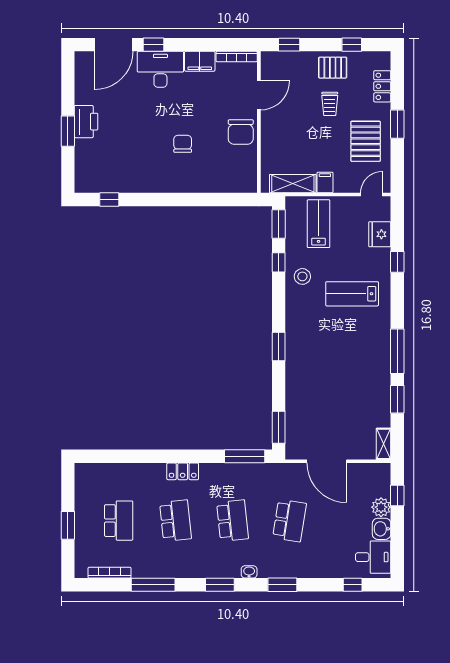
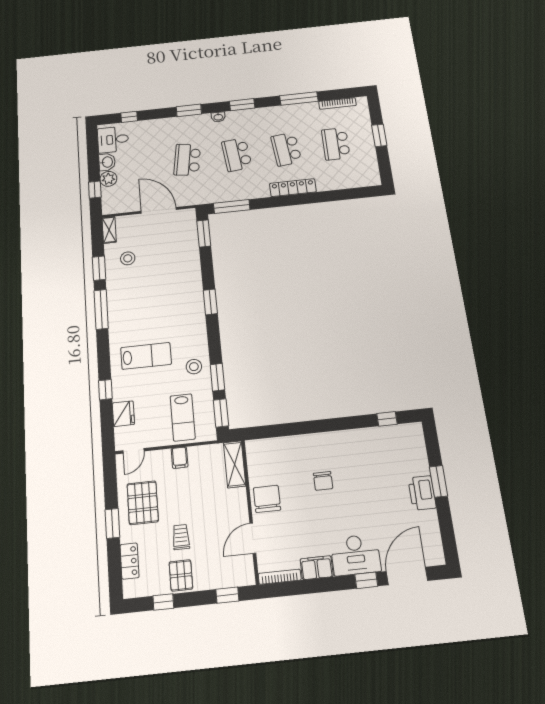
pallet: (333, 68) -> (181, 575), turned 90
shelving: (293, 184) -> (235, 464), moved, turned 90
window: (279, 262) -> (217, 377), width x1.50
stool: (365, 407) -> (128, 258), added
locker: (183, 471) -> (293, 188), width x1.53

